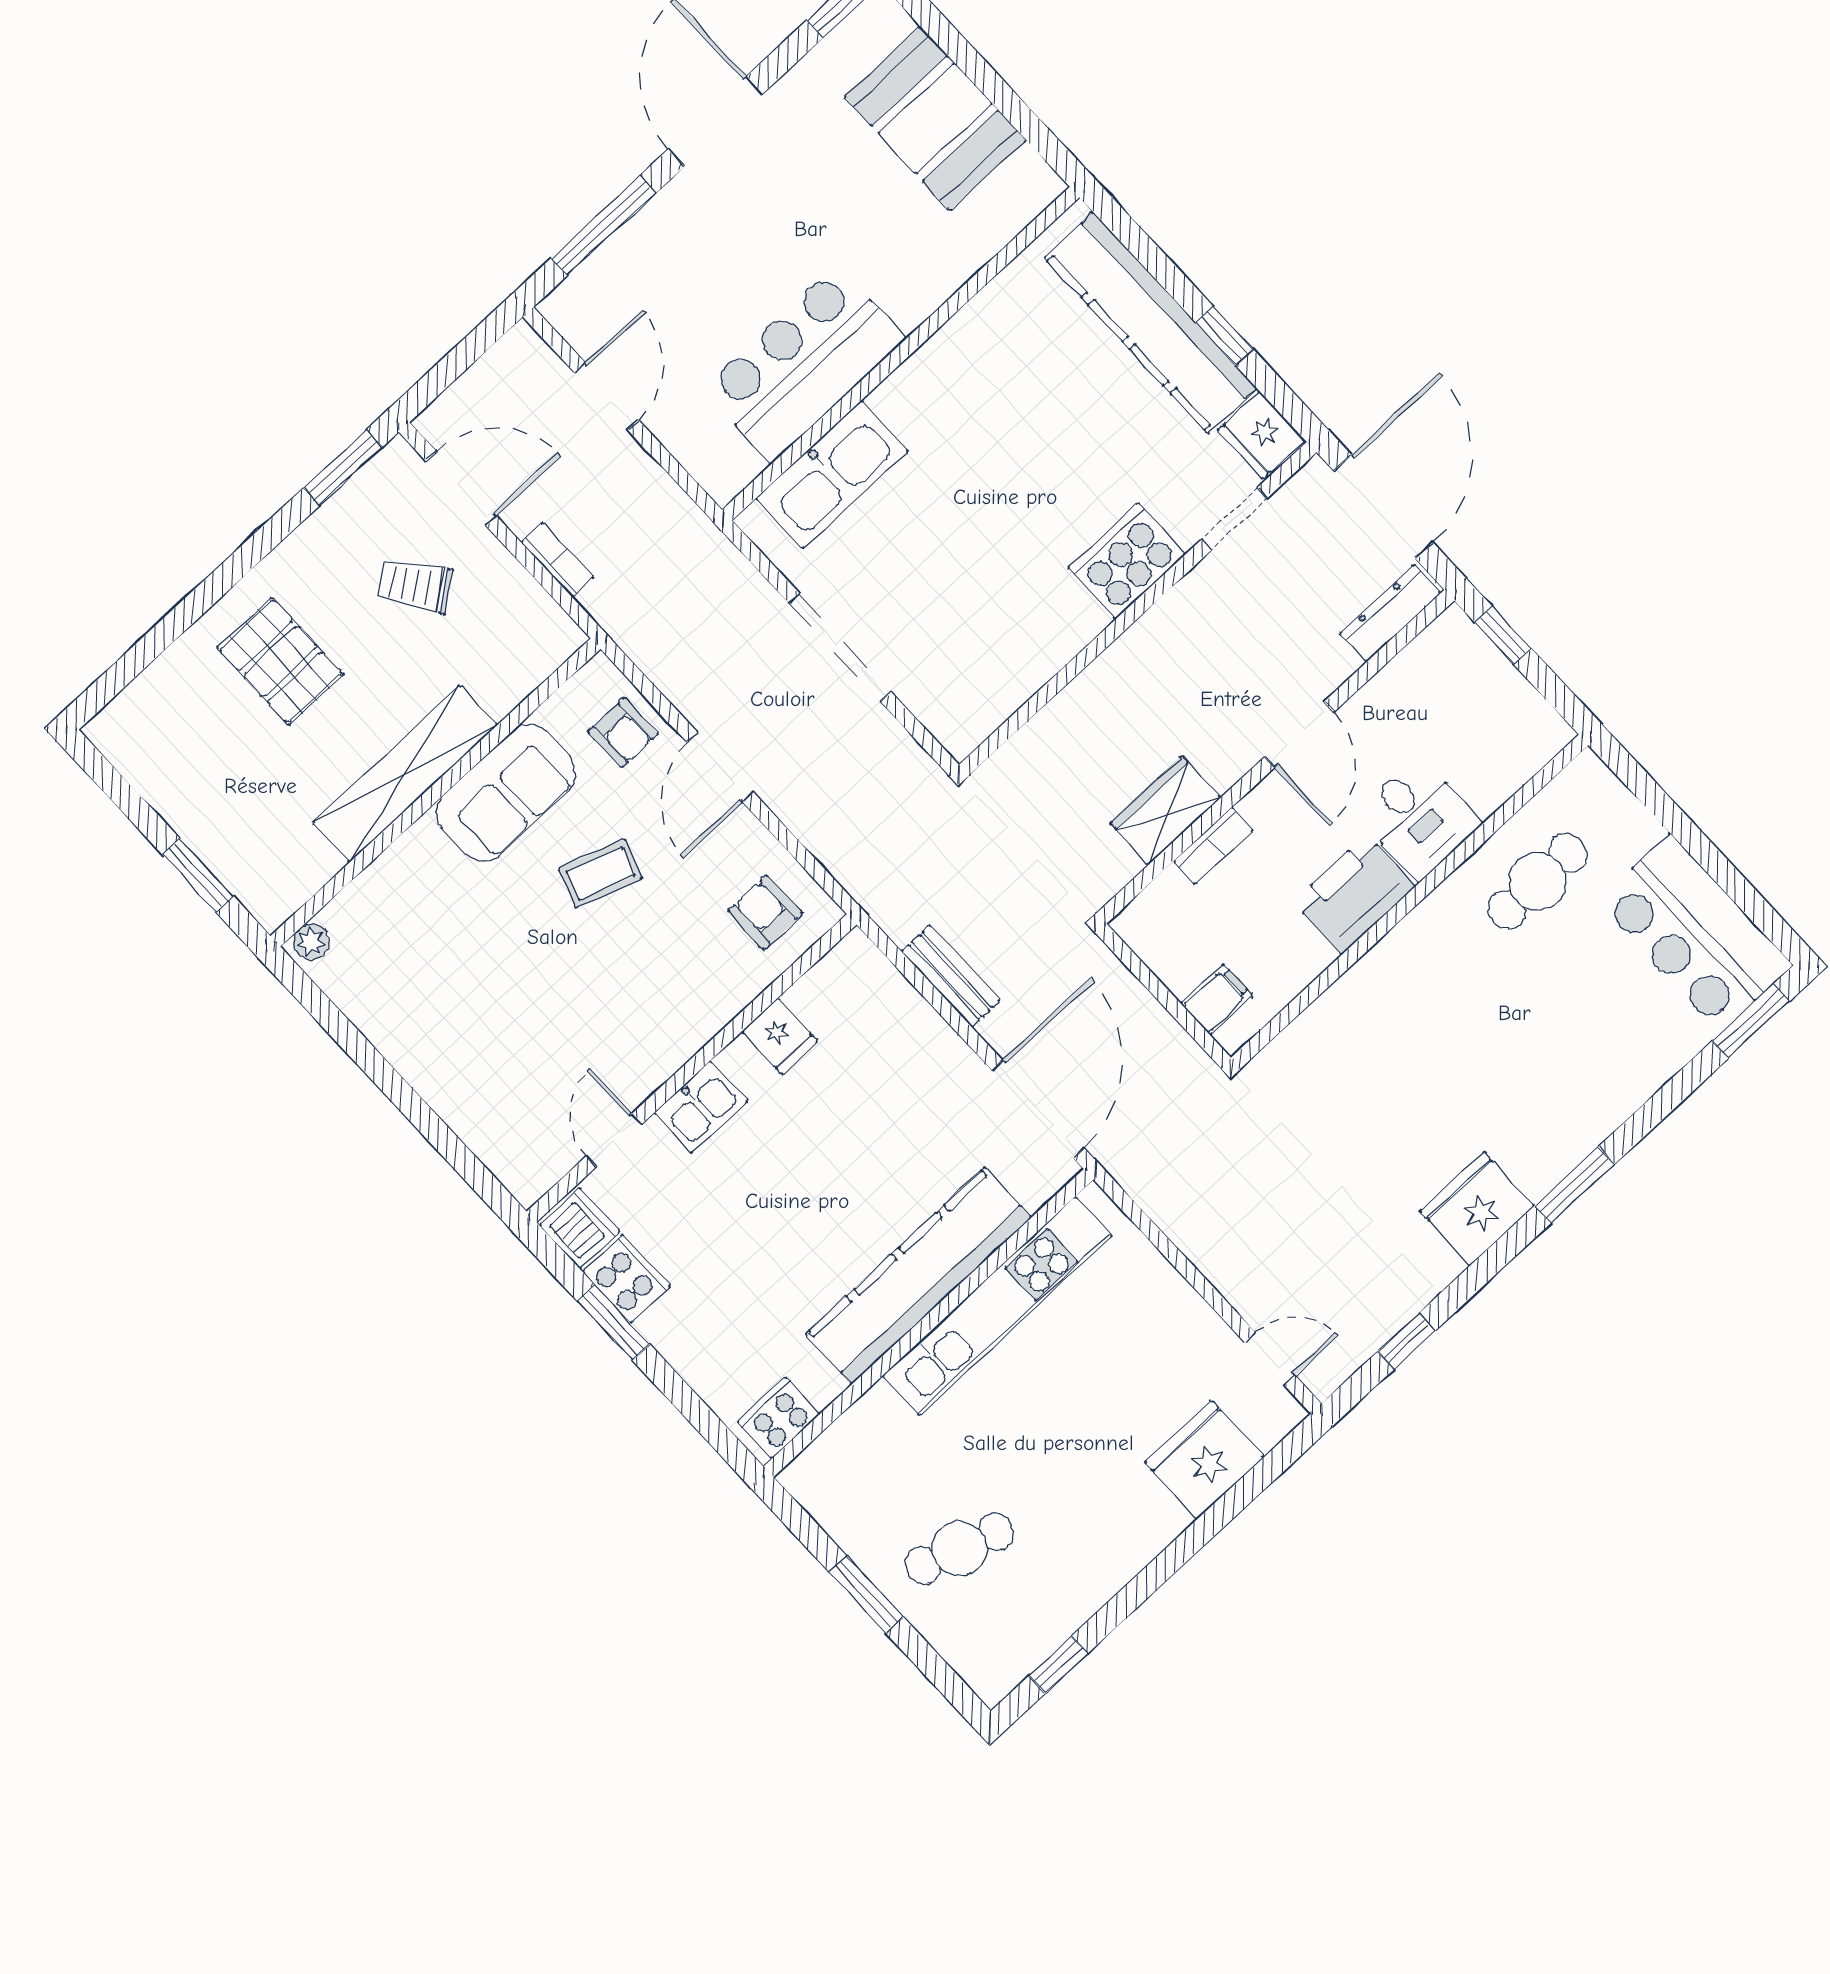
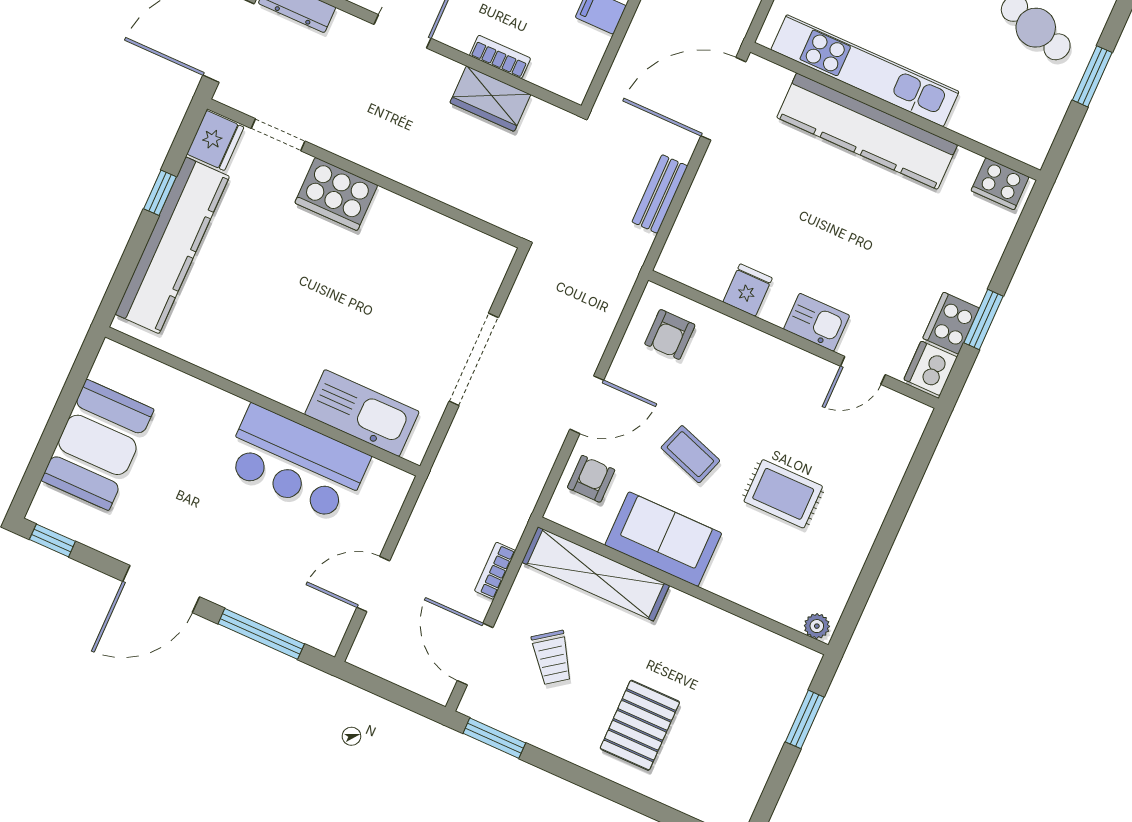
shelving: (405, 774) -> (596, 574), moved
rug: (499, 971) -> (783, 494), added

